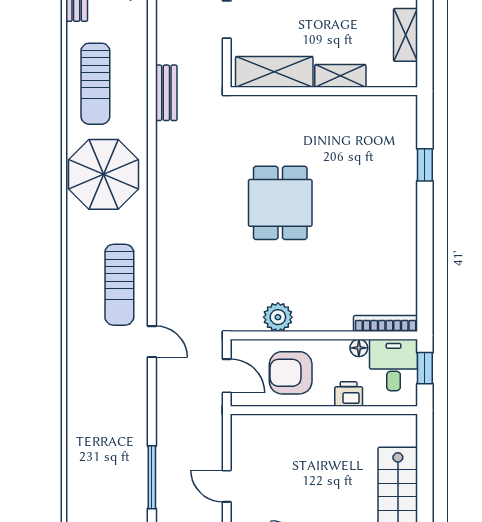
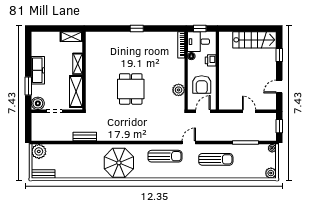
shelving: (406, 35) -> (71, 37), moved
sun lounger: (95, 84) -> (216, 159), moved
window: (425, 165) -> (137, 28), moved
dining table: (280, 203) -> (131, 89), turned 90
door: (227, 486) -> (249, 111), swing flipped

